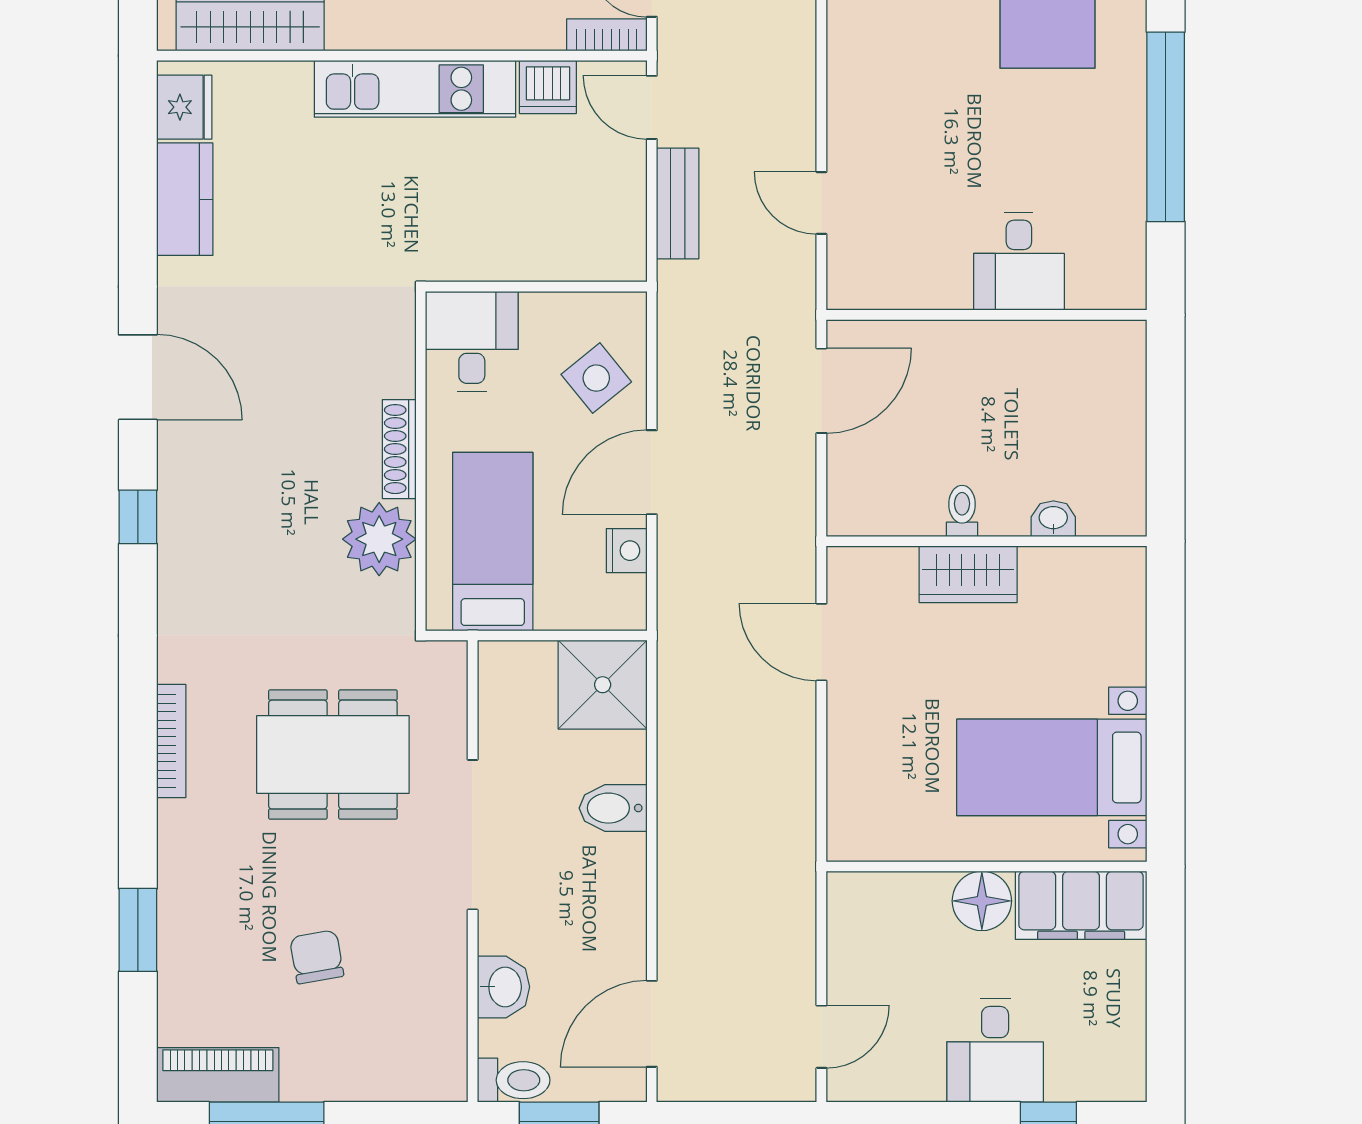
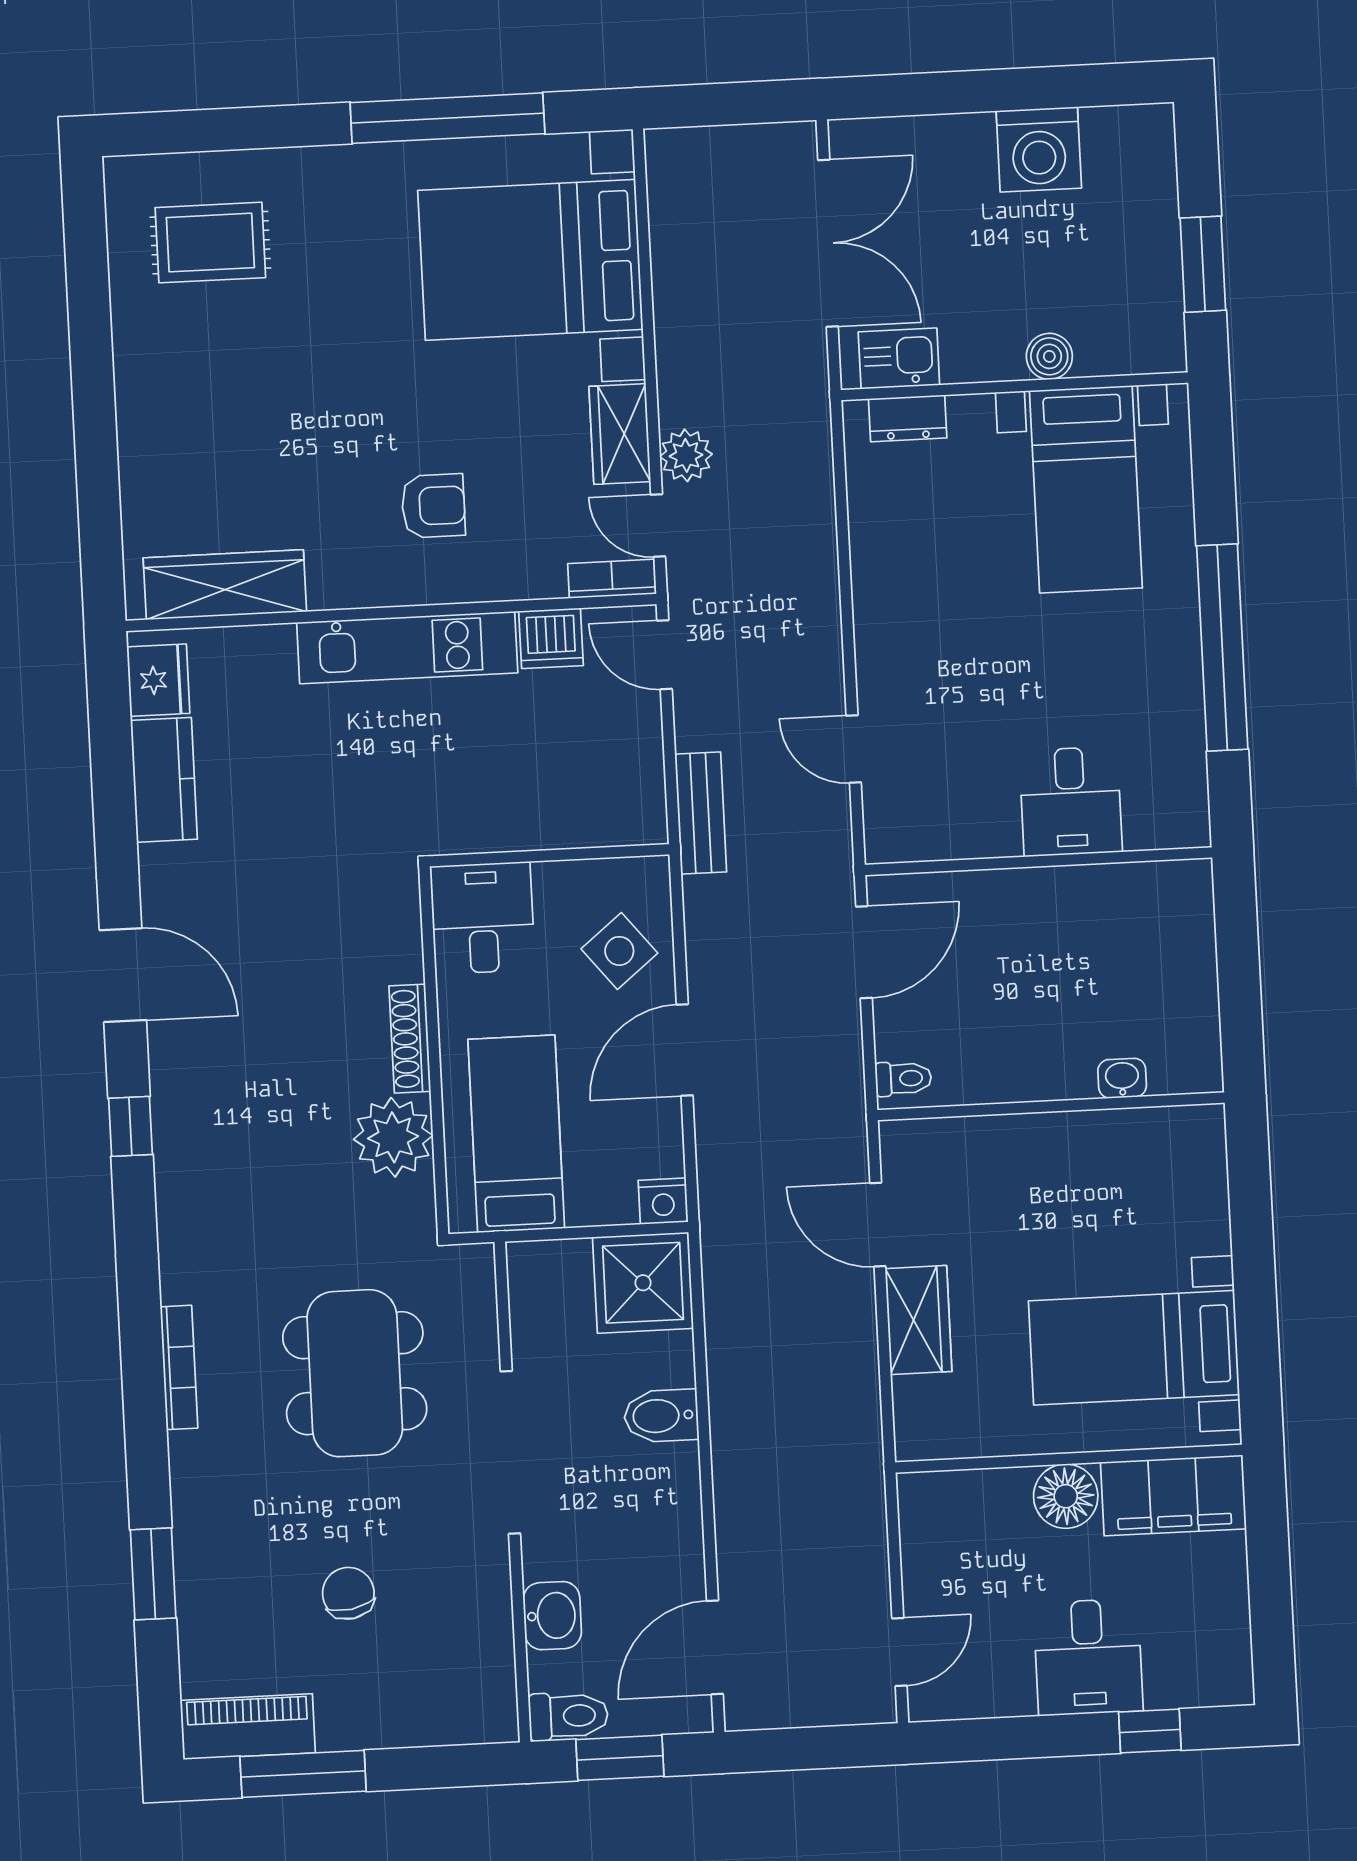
bench: (678, 203) -> (701, 813), moved
toilet: (962, 511) -> (903, 1079), moved, turned 90
nightstand: (627, 551) -> (663, 1201), moved, turned 90
wardrobe: (968, 574) -> (919, 1320), moved, turned -90
dining table: (333, 755) -> (355, 1373), turned 90

